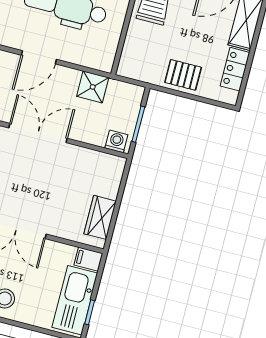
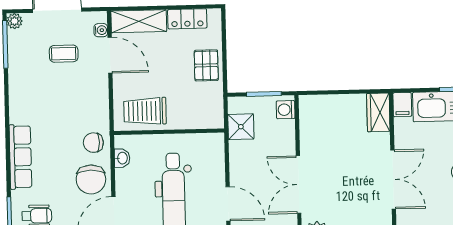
shower: (93, 87) -> (241, 127), moved
wardrobe: (100, 217) -> (378, 112), moved, turned 90

